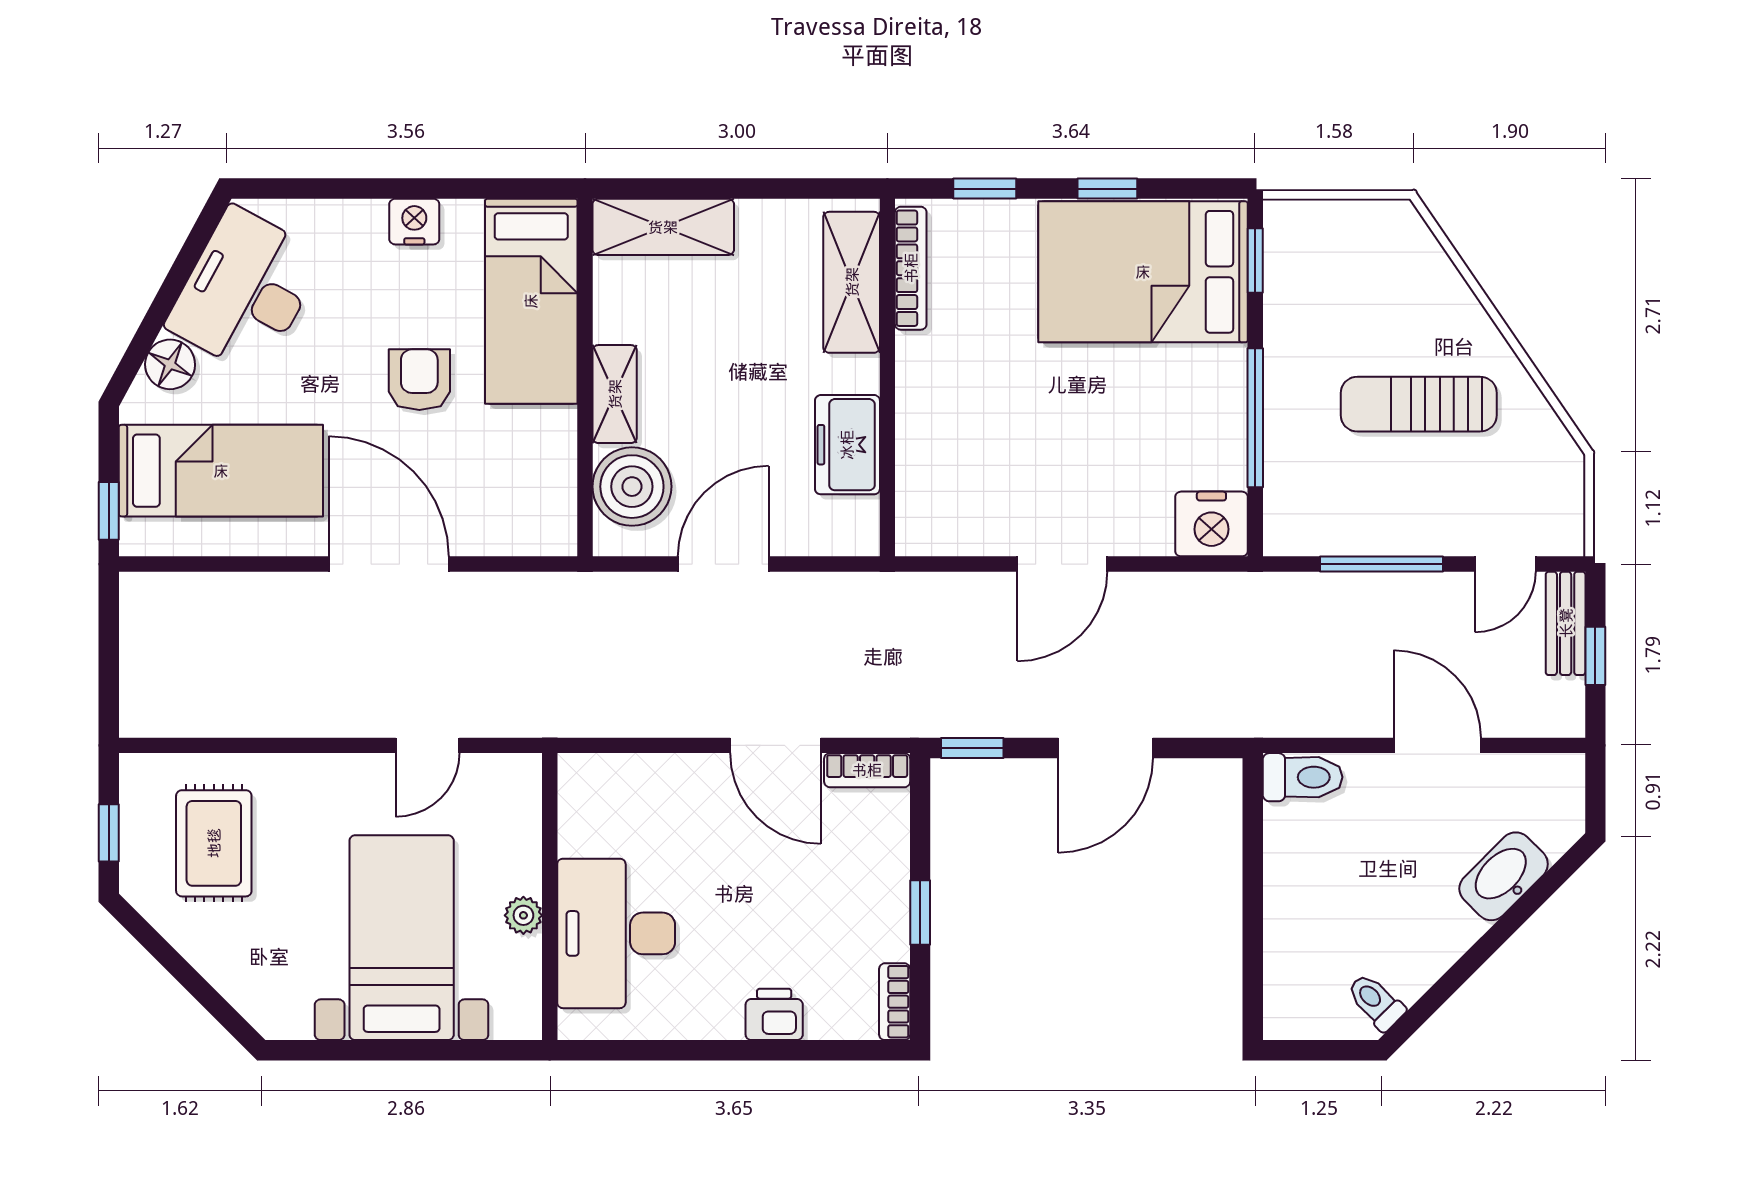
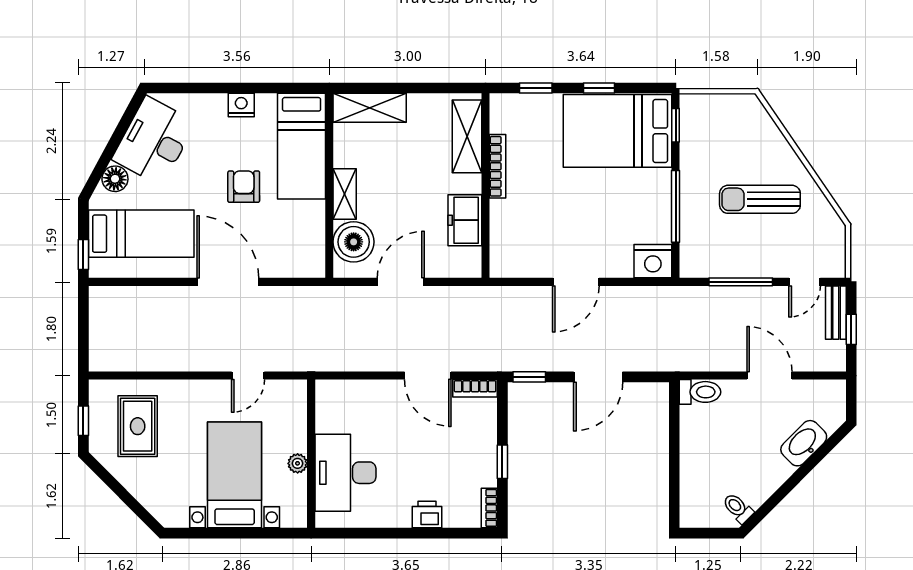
bookcase: (911, 268) -> (498, 166), moved

